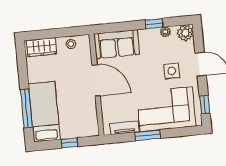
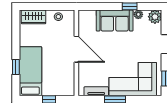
sofa: (117, 44) -> (115, 21), moved
side table: (172, 71) -> (140, 48), removed
window: (26, 108) -> (16, 67), width x0.46

